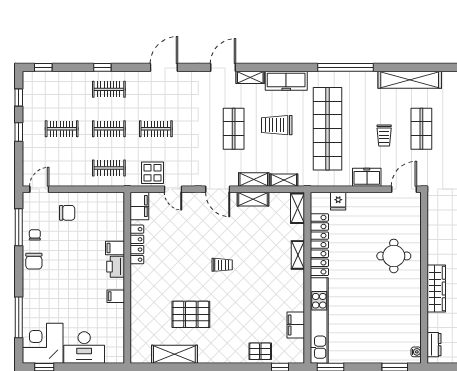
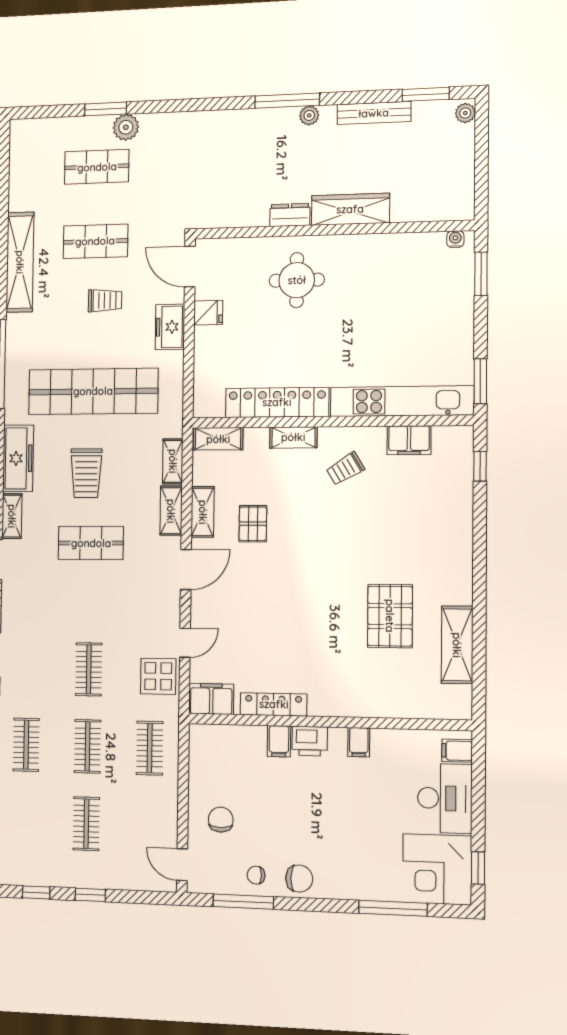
fridge: (338, 201) -> (208, 313), moved
trolley: (222, 265) -> (345, 469), moved, turned -121
dresser: (434, 345) -> (290, 215), moved
pallet: (260, 351) -> (253, 524), moved
filing cabinet: (112, 355) -> (457, 751), added

